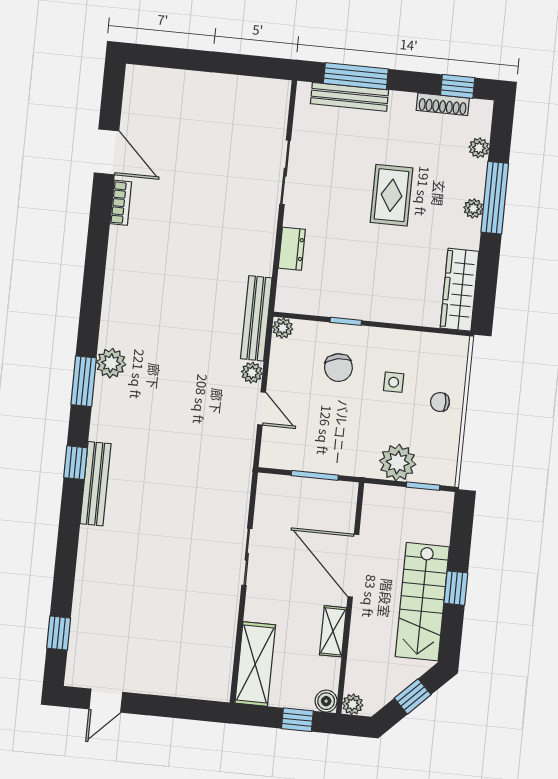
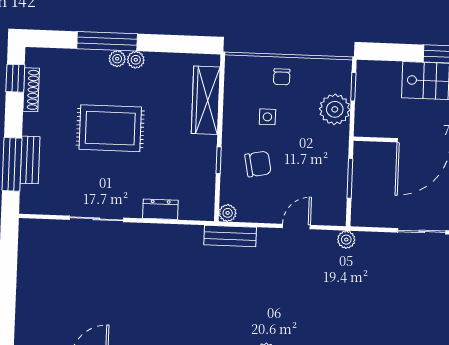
bench: (350, 97) -> (30, 160), width x0.73
plant: (479, 148) -> (136, 60), moved
rug: (392, 195) -> (110, 128), width x1.36, depth x1.43
wardrobe: (459, 290) -> (206, 100), moved, turned 90
bench: (256, 318) -> (230, 236), width x0.73
plant: (252, 373) -> (346, 240), moved

